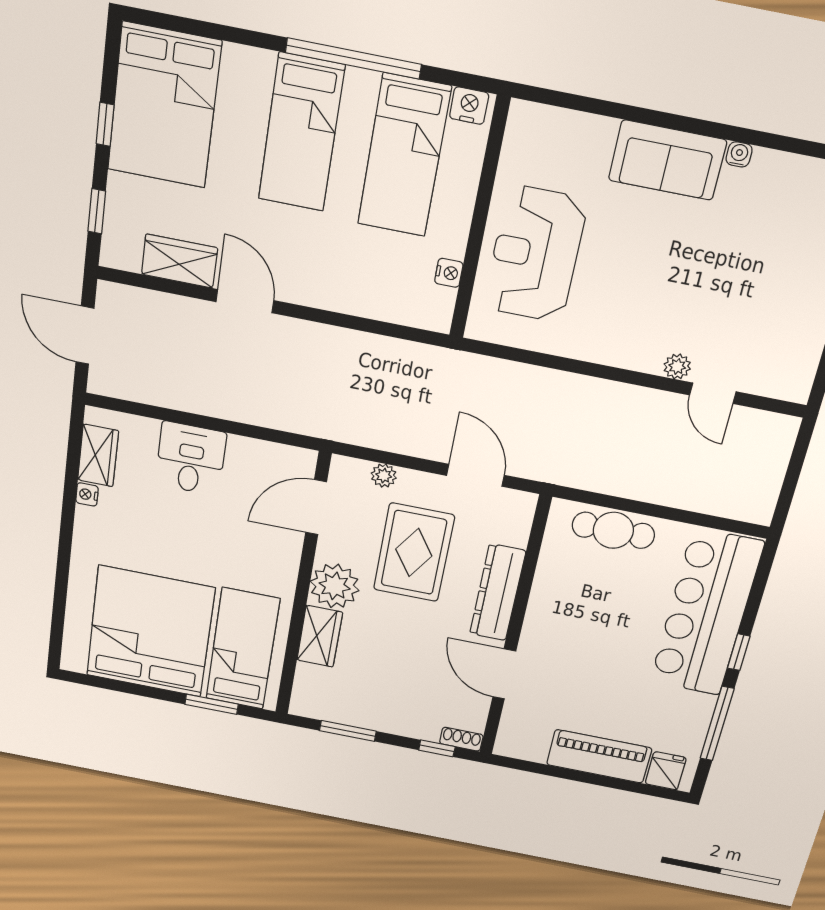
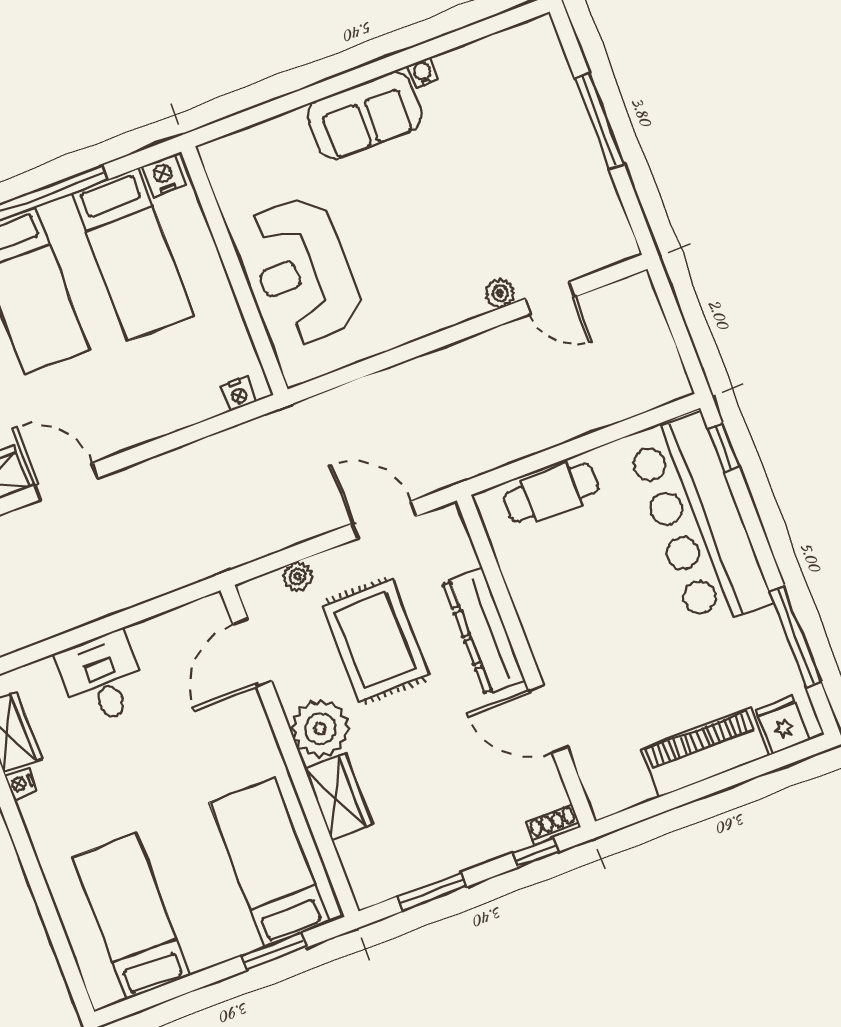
nightstand: (449, 273) -> (239, 394), moved, turned 90
bed: (150, 632) -> (131, 916), width x0.49
window: (739, 652) -> (723, 448), moved

